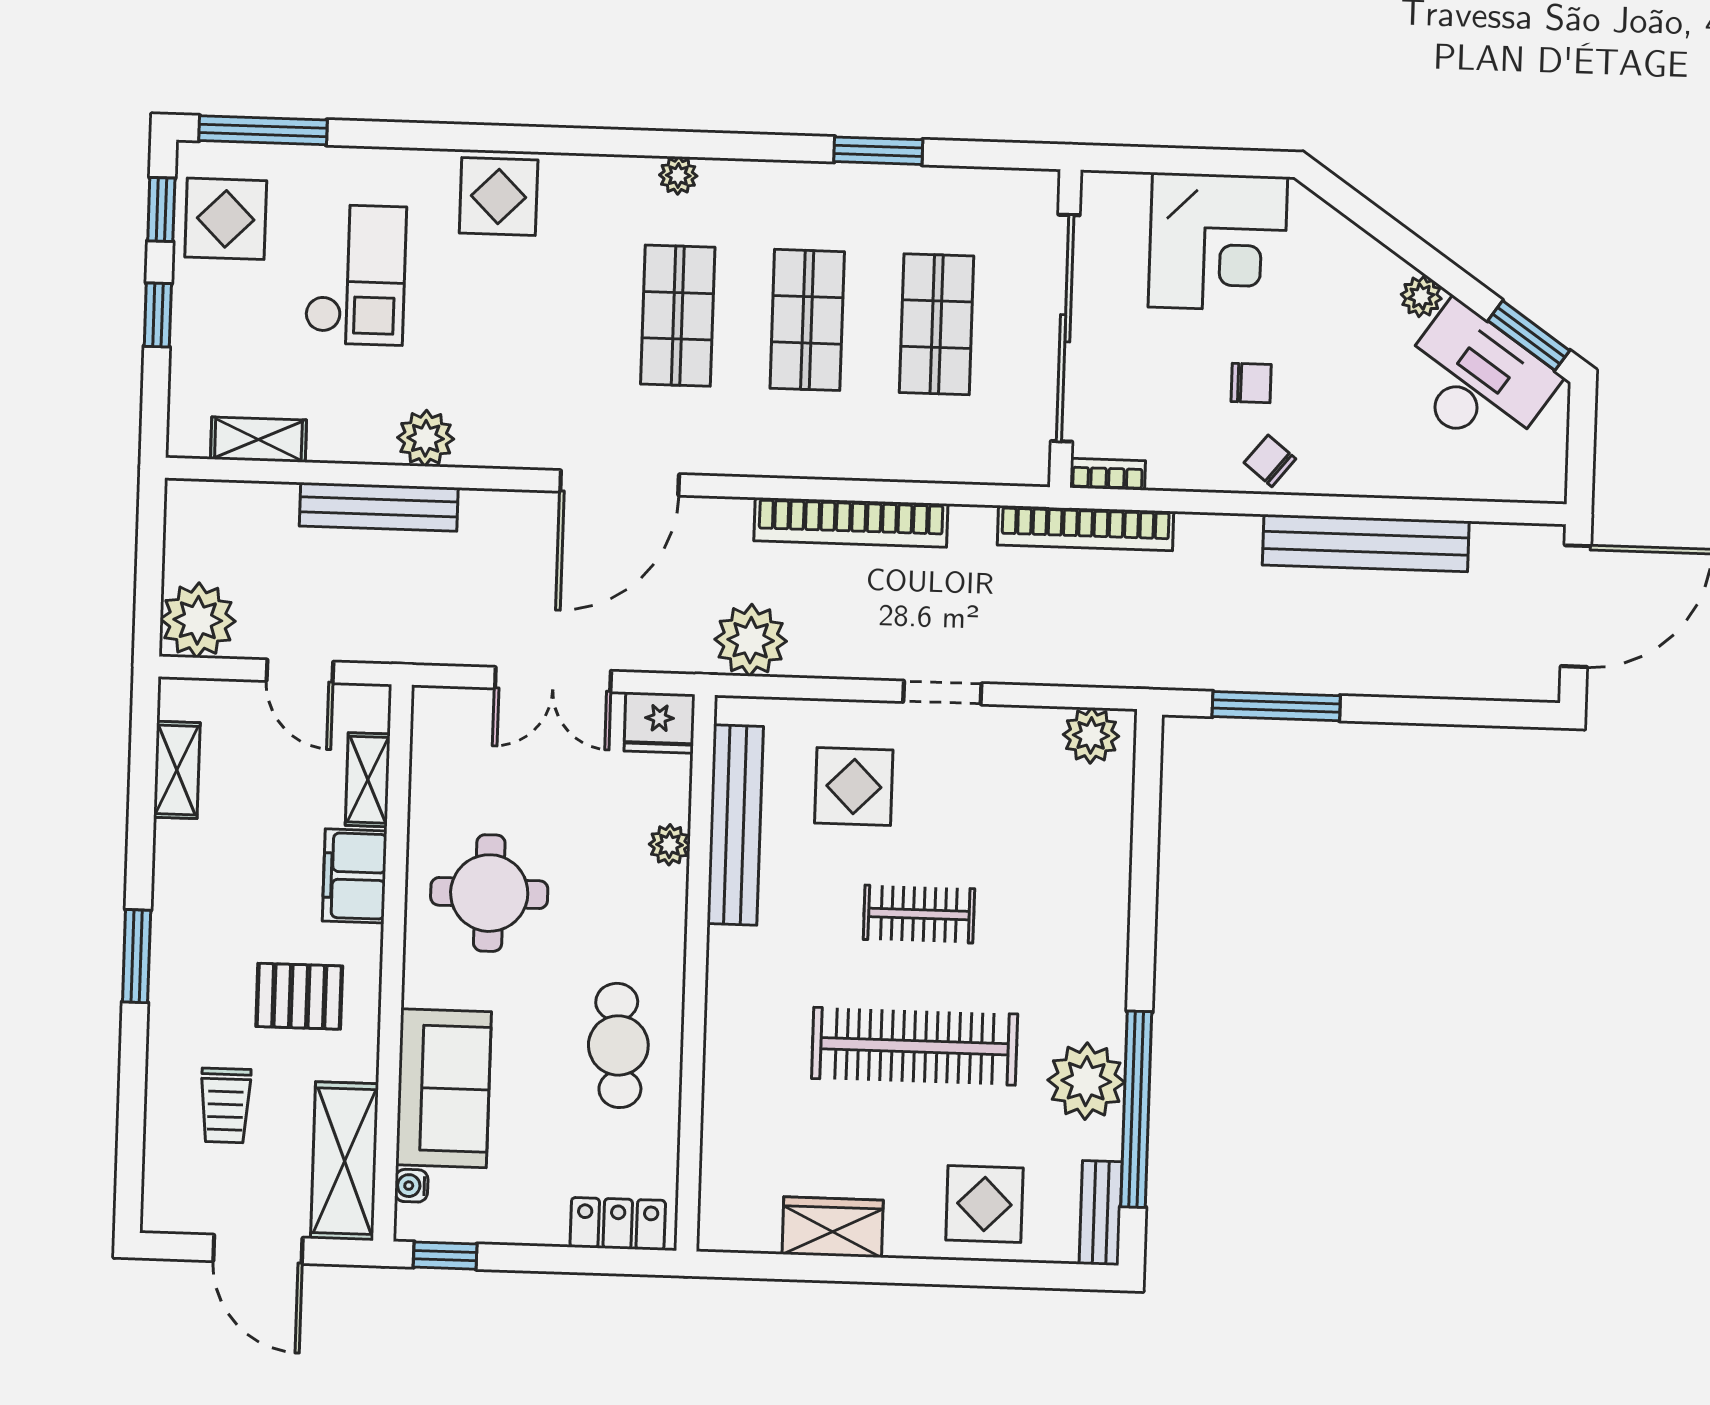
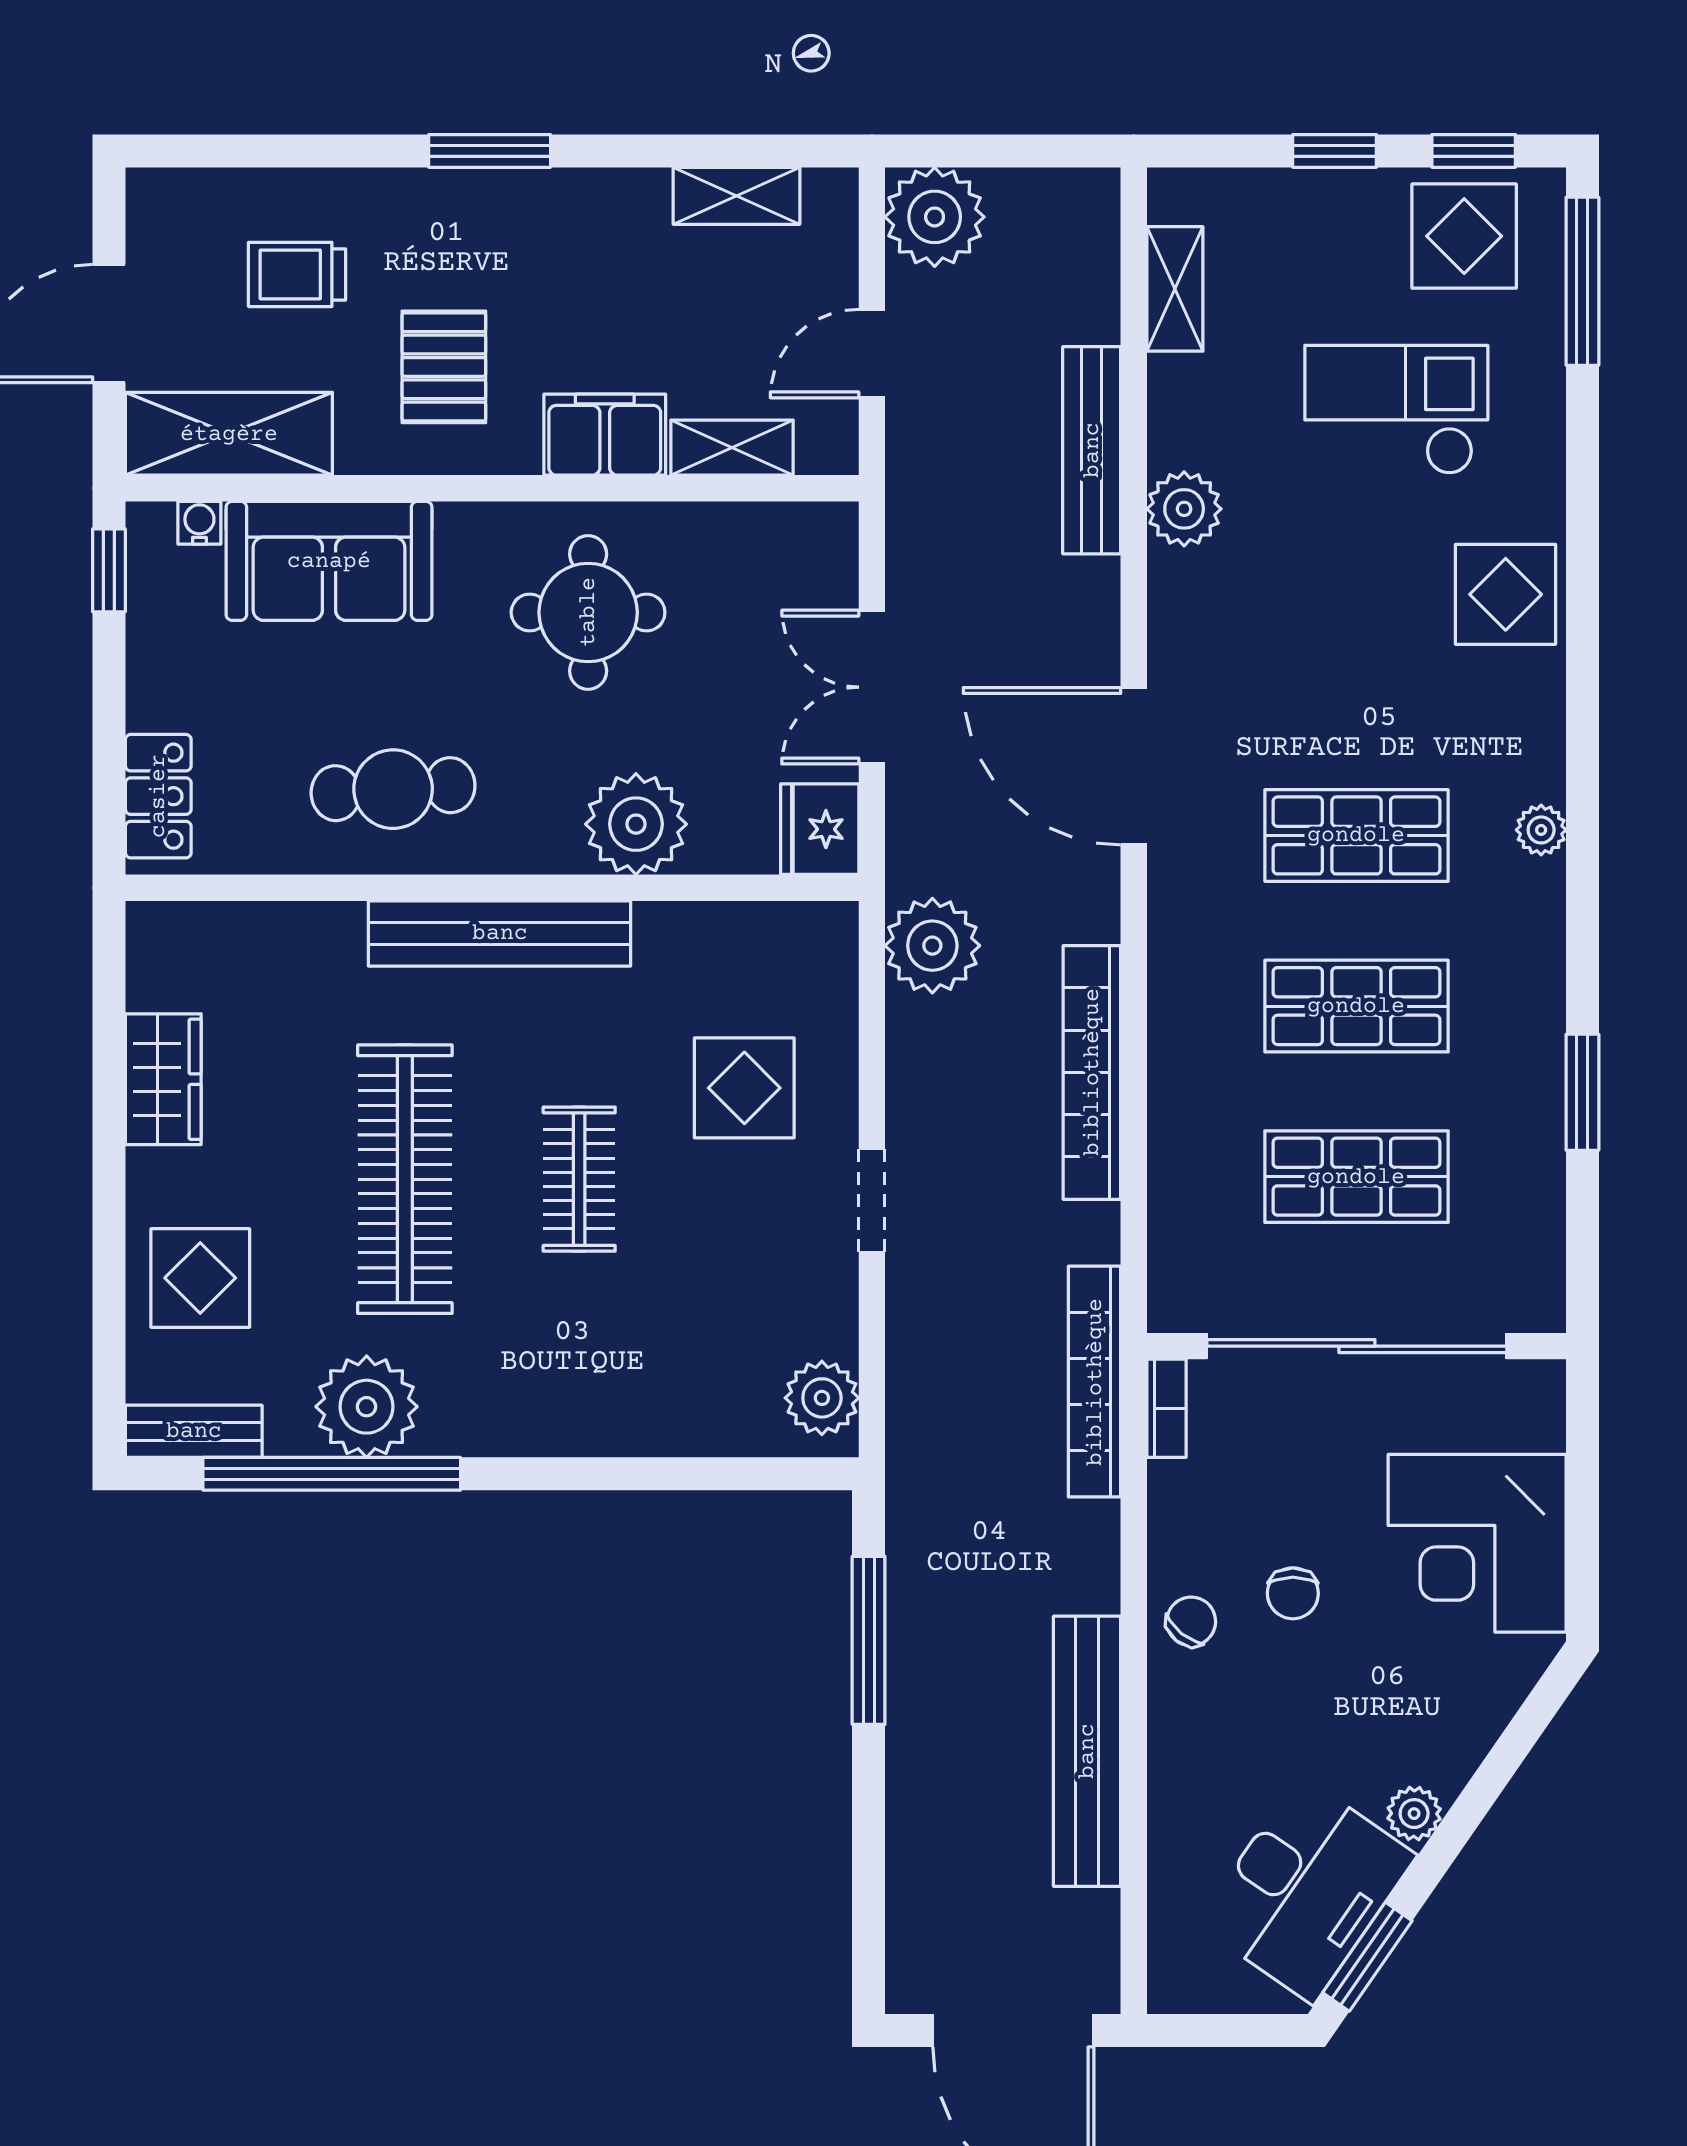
checkout: (356, 275) -> (1396, 410), turned 180
bench: (735, 825) -> (500, 933), moved
plant: (669, 845) -> (636, 824), width x1.87, depth x1.87

